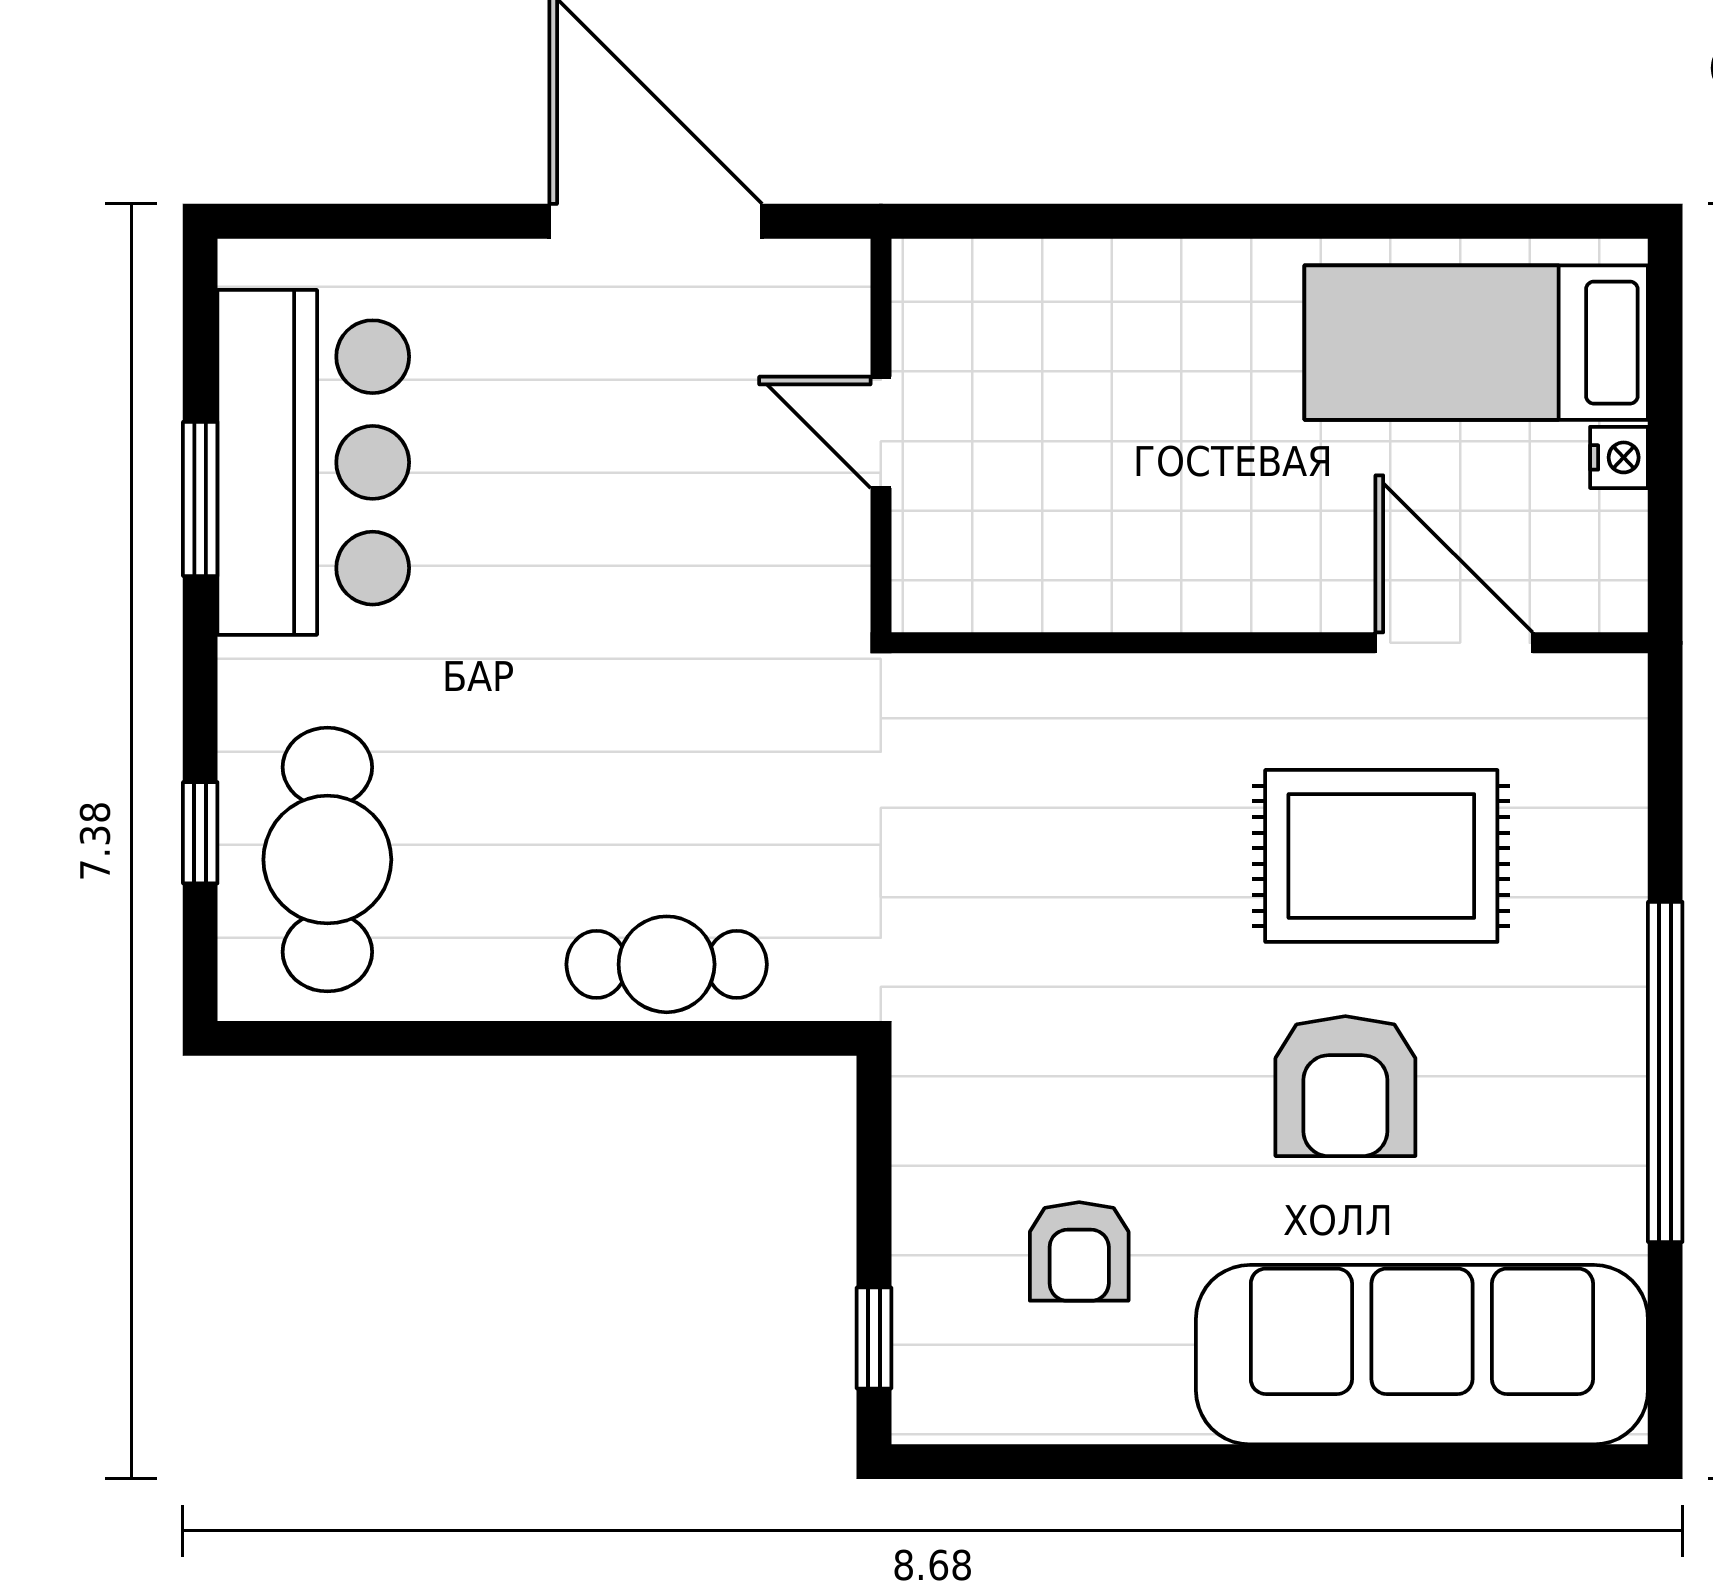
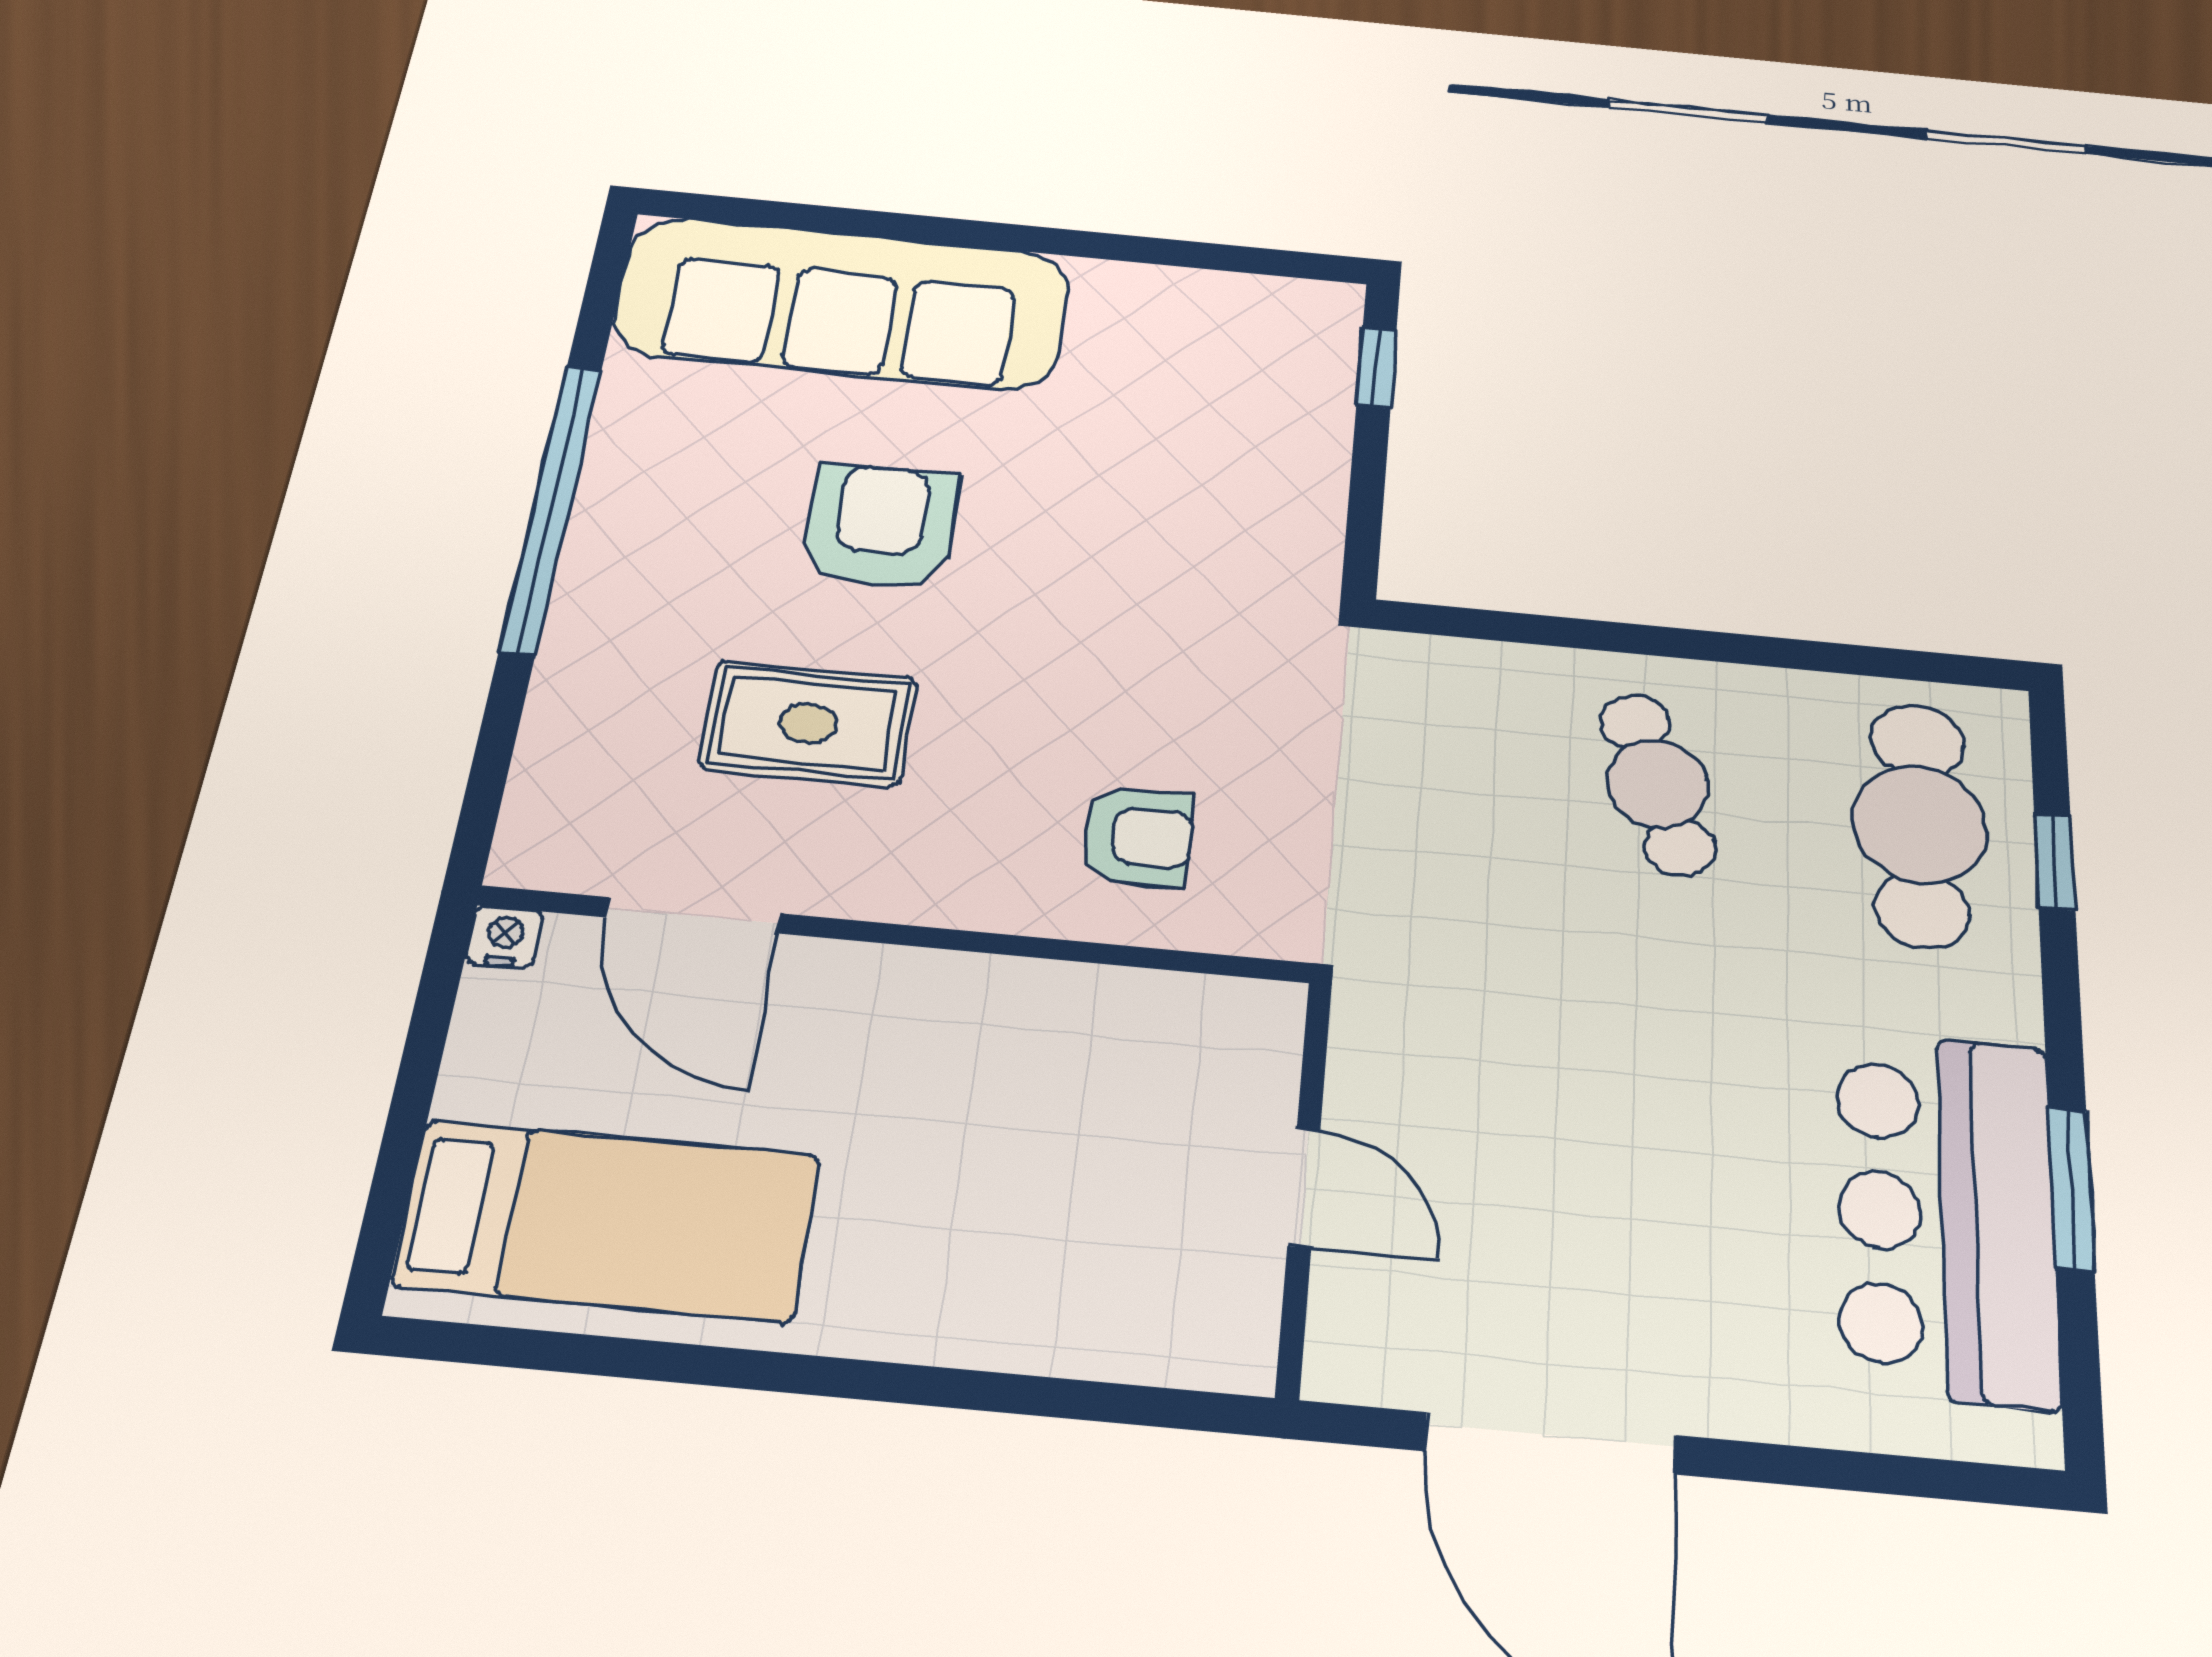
nightstand: (1619, 457) -> (505, 937), moved, turned 90
rug: (1381, 856) -> (808, 723), width x0.73, depth x0.70
cafe table: (667, 964) -> (1657, 784), moved, turned 71
armchair: (1079, 1251) -> (1137, 836), moved, turned 90

